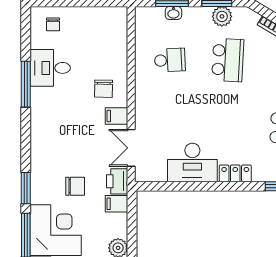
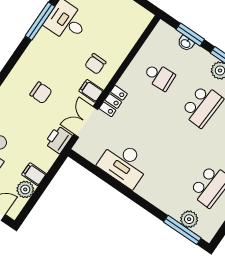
locker: (235, 173) -> (113, 101), moved, turned 90
chair: (75, 186) -> (41, 93), moved
filing cabinet: (116, 204) -> (34, 174), moved

